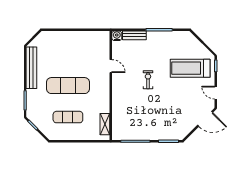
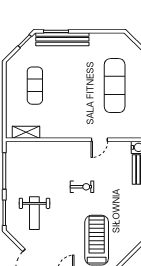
bench: (31, 68) -> (62, 39), moved
exercise mat: (68, 86) -> (115, 86), moved
weight bench: (169, 117) -> (34, 213), added

